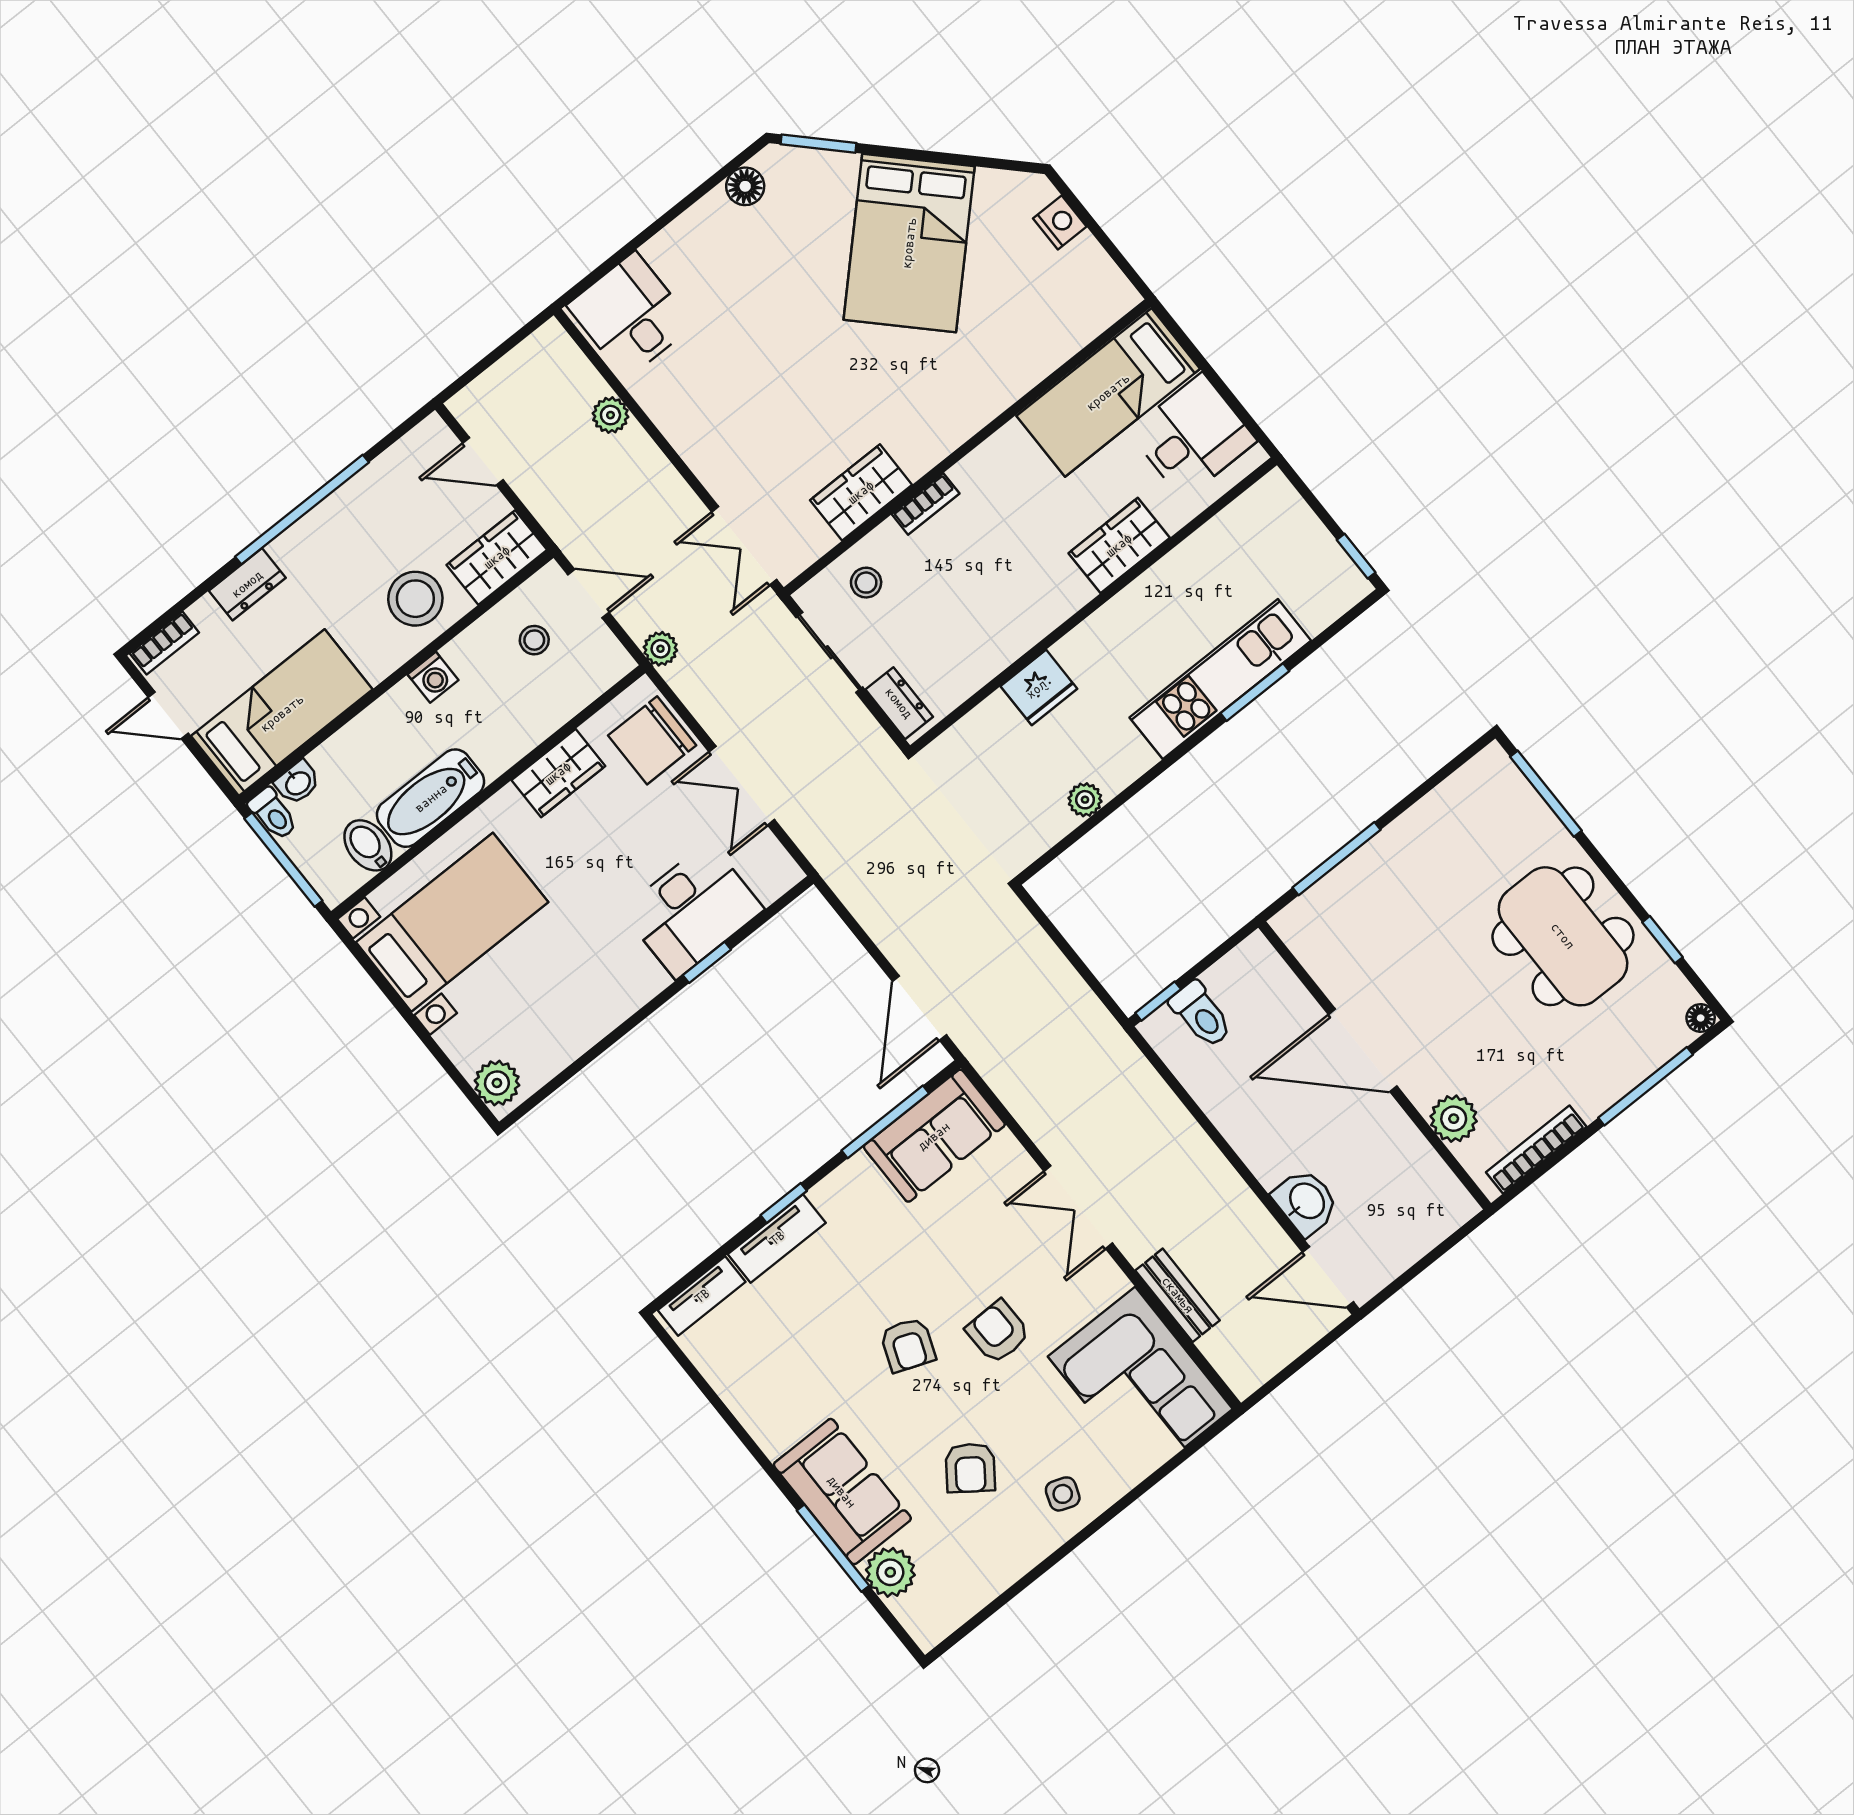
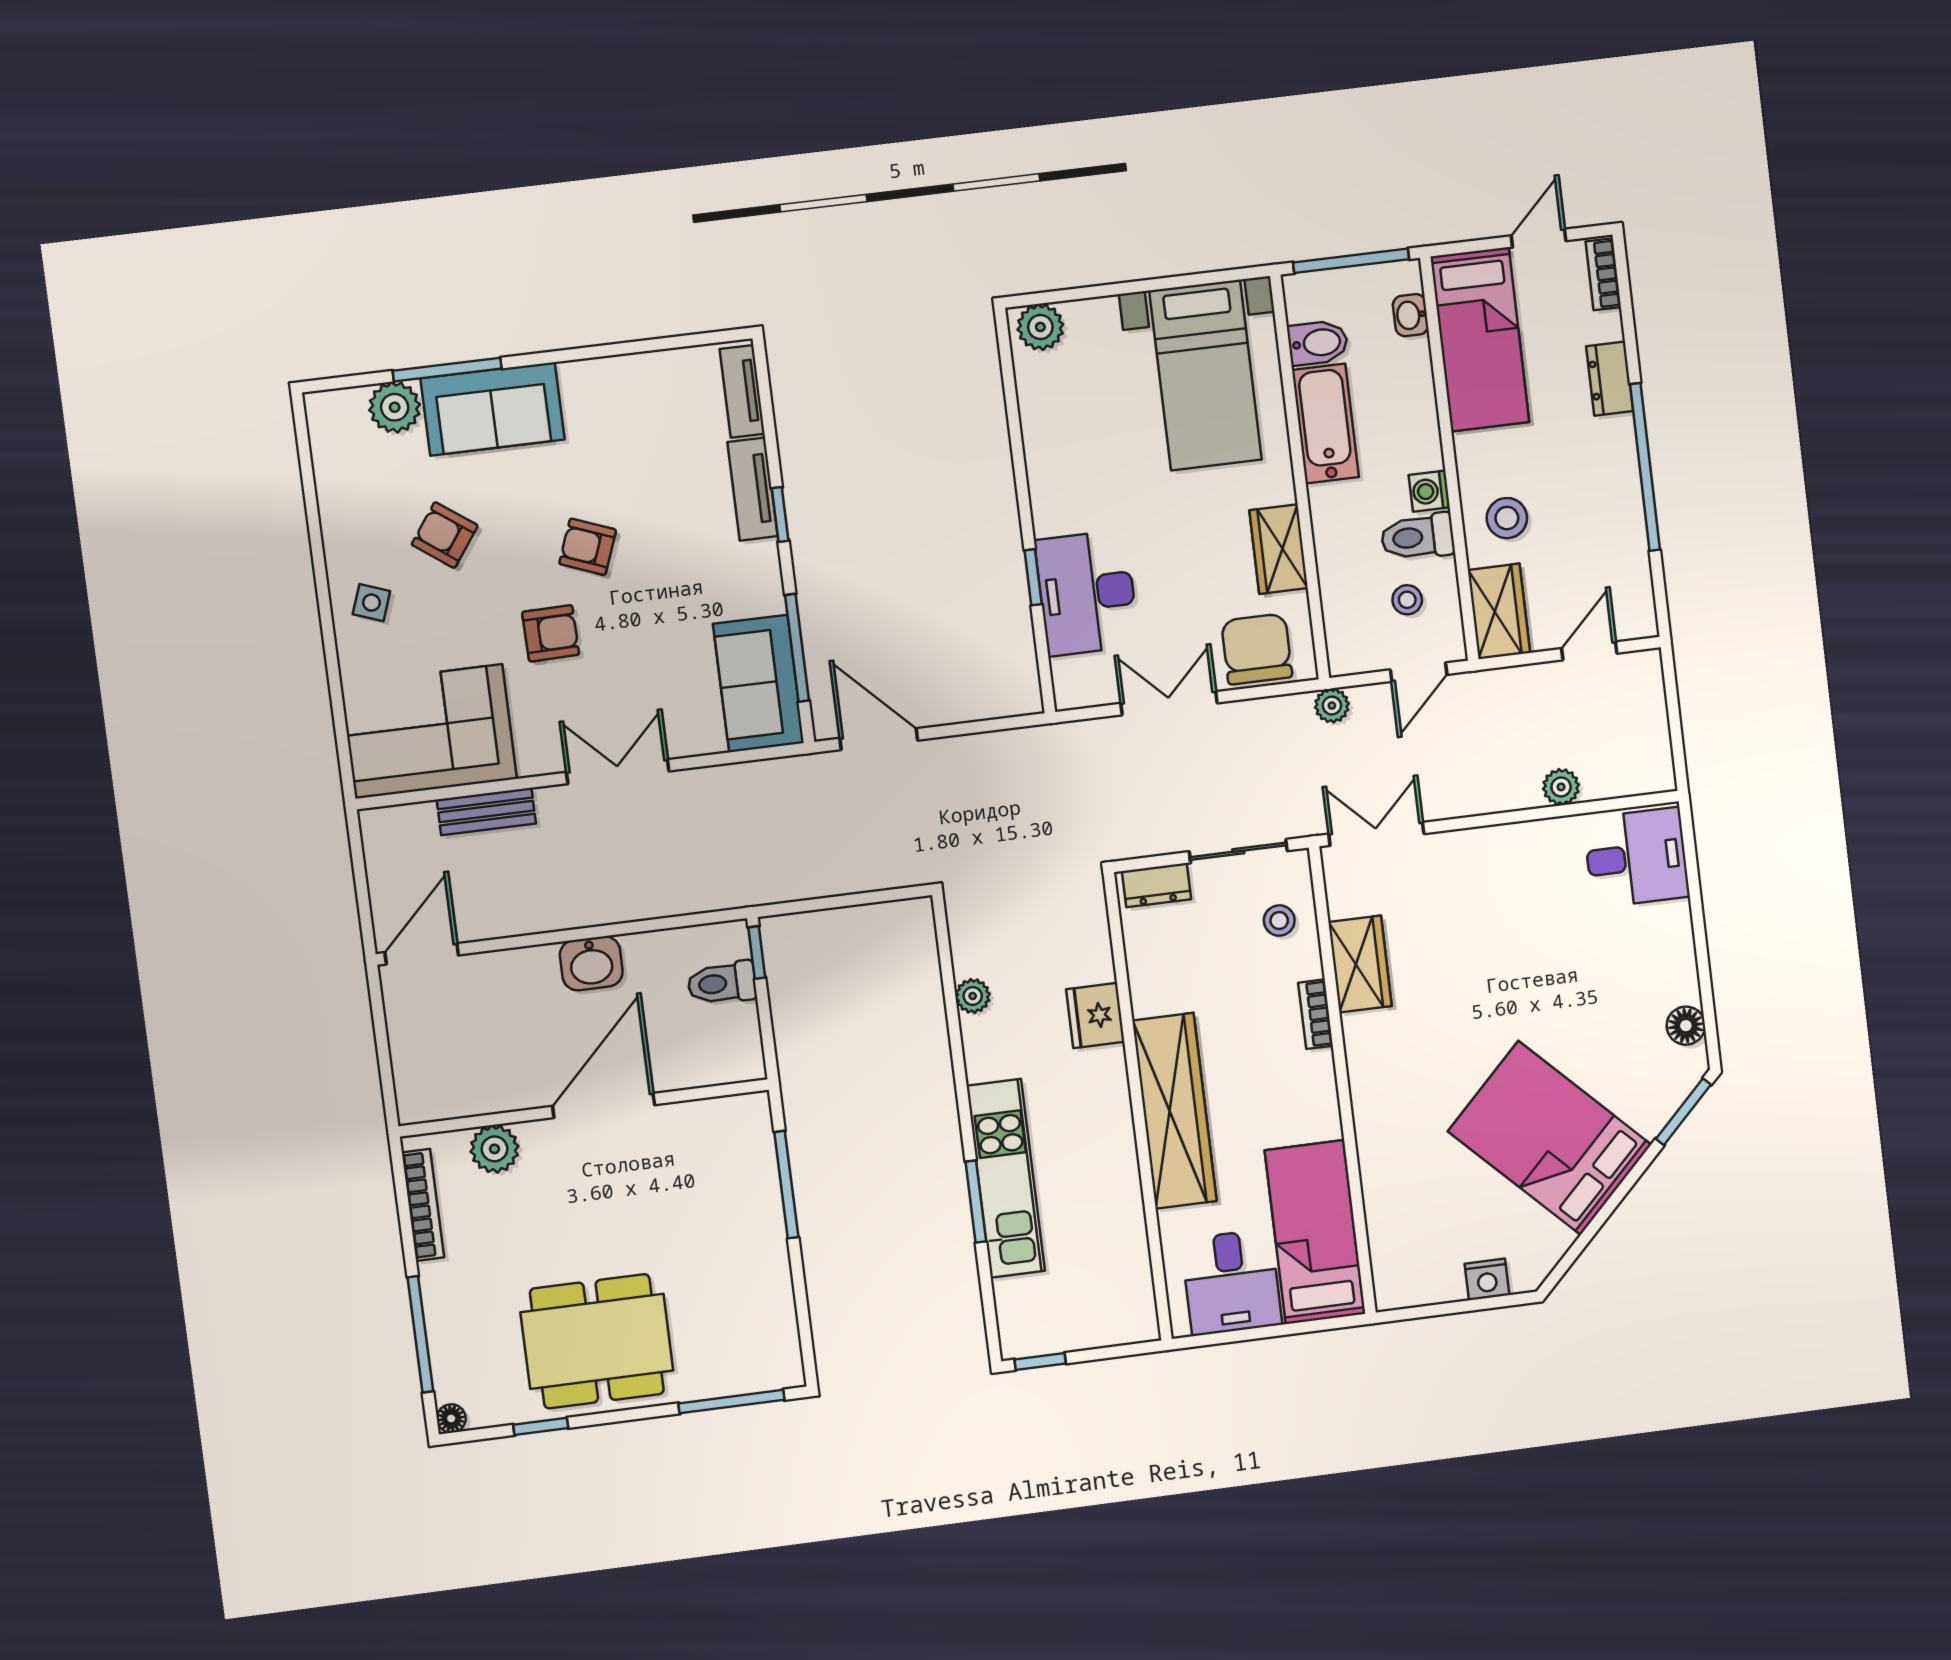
wardrobe: (1119, 545) -> (1174, 1111), width x2.10, depth x1.17
stool: (415, 599) -> (1507, 518), width x0.73, depth x0.73
toilet: (273, 814) -> (1418, 537), moved, width x1.37, depth x1.39
washbasin: (1306, 1202) -> (591, 963), moved

